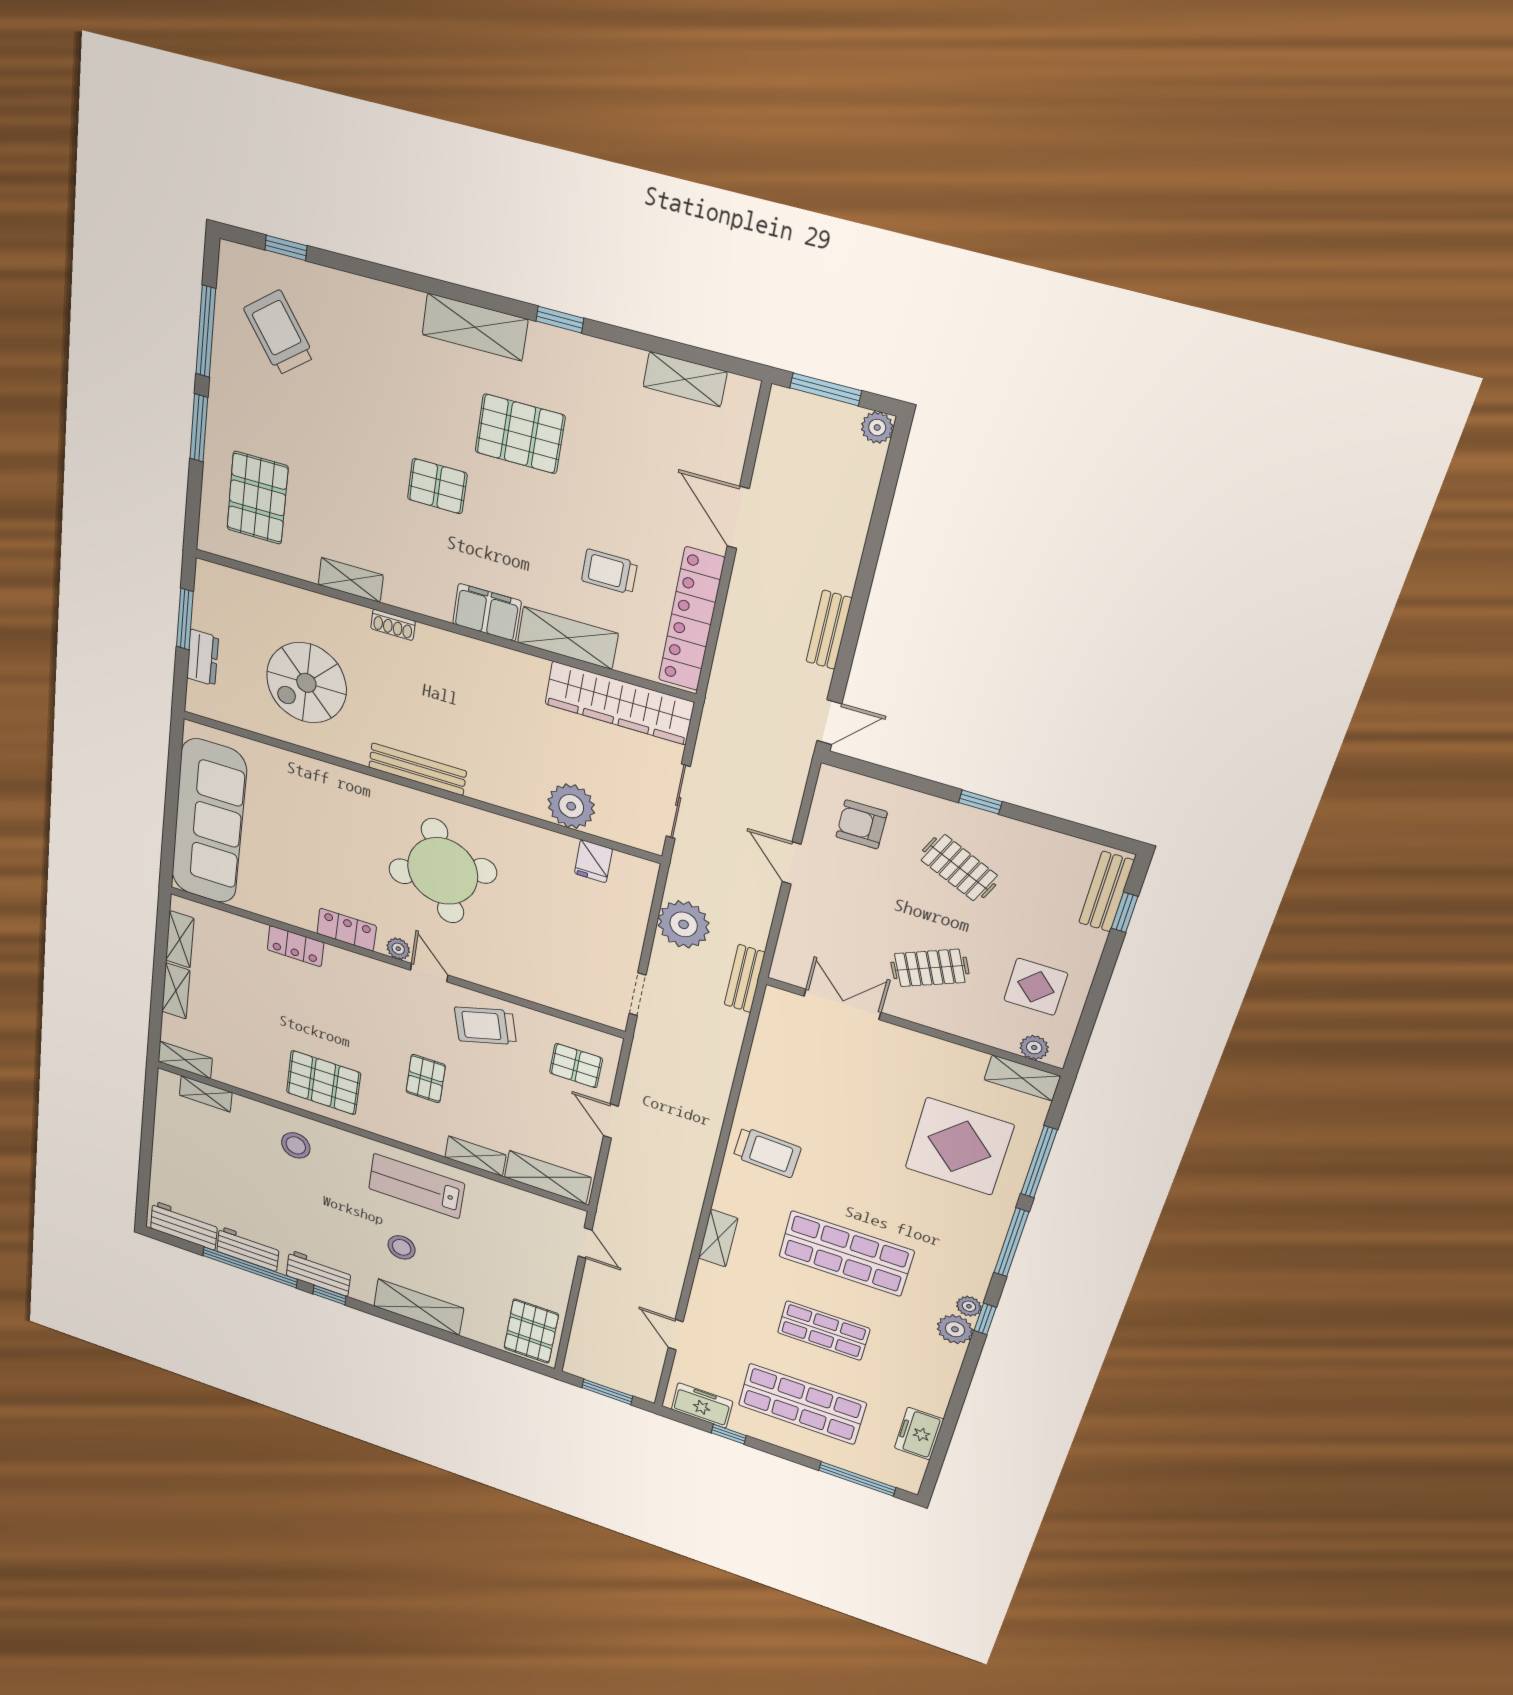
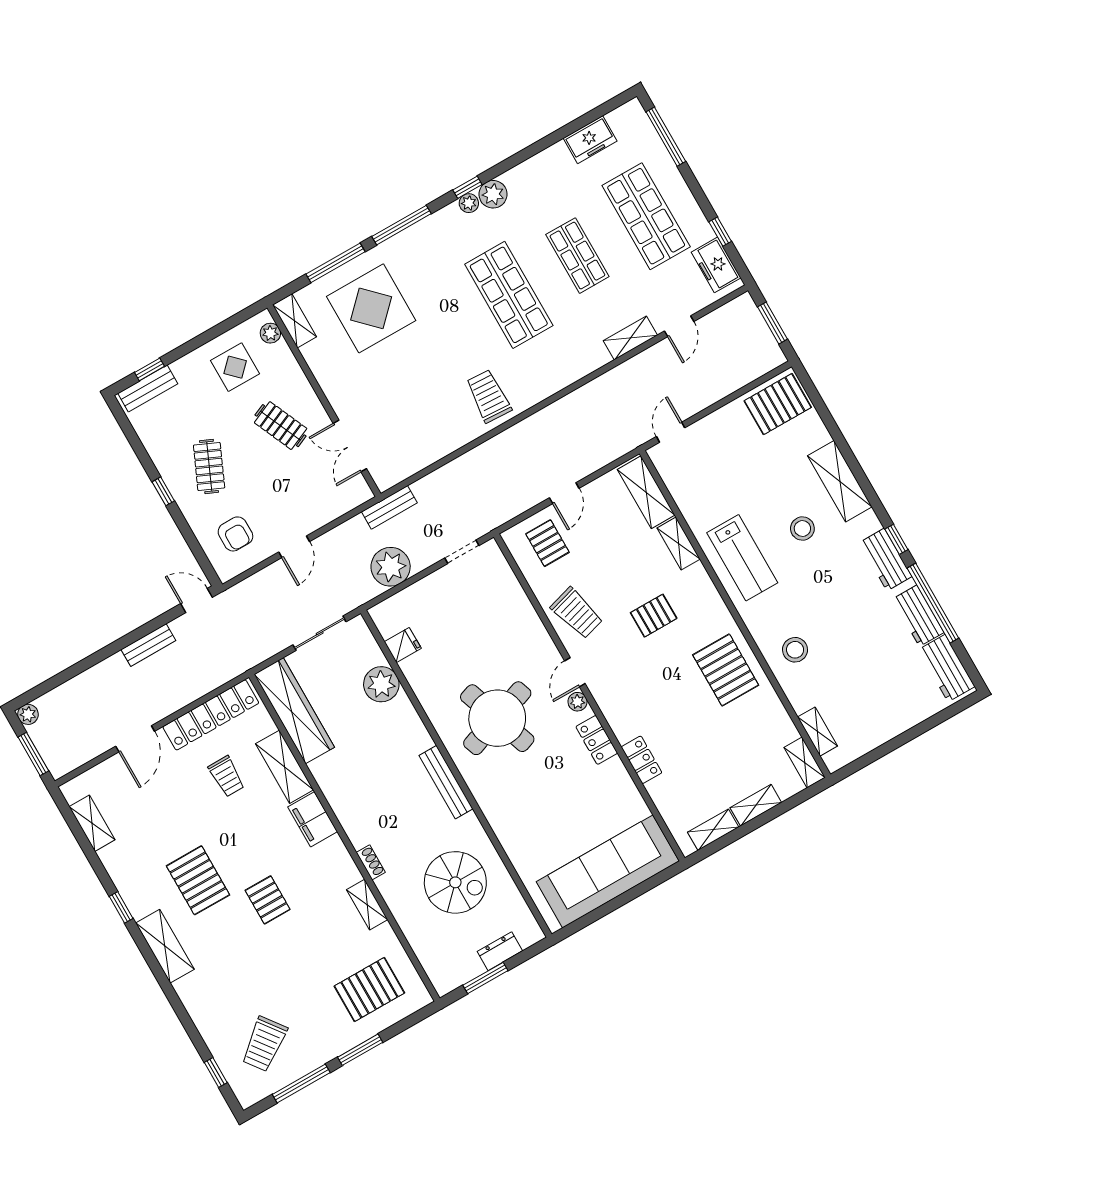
shelving: (718, 1238) -> (630, 338), moved

